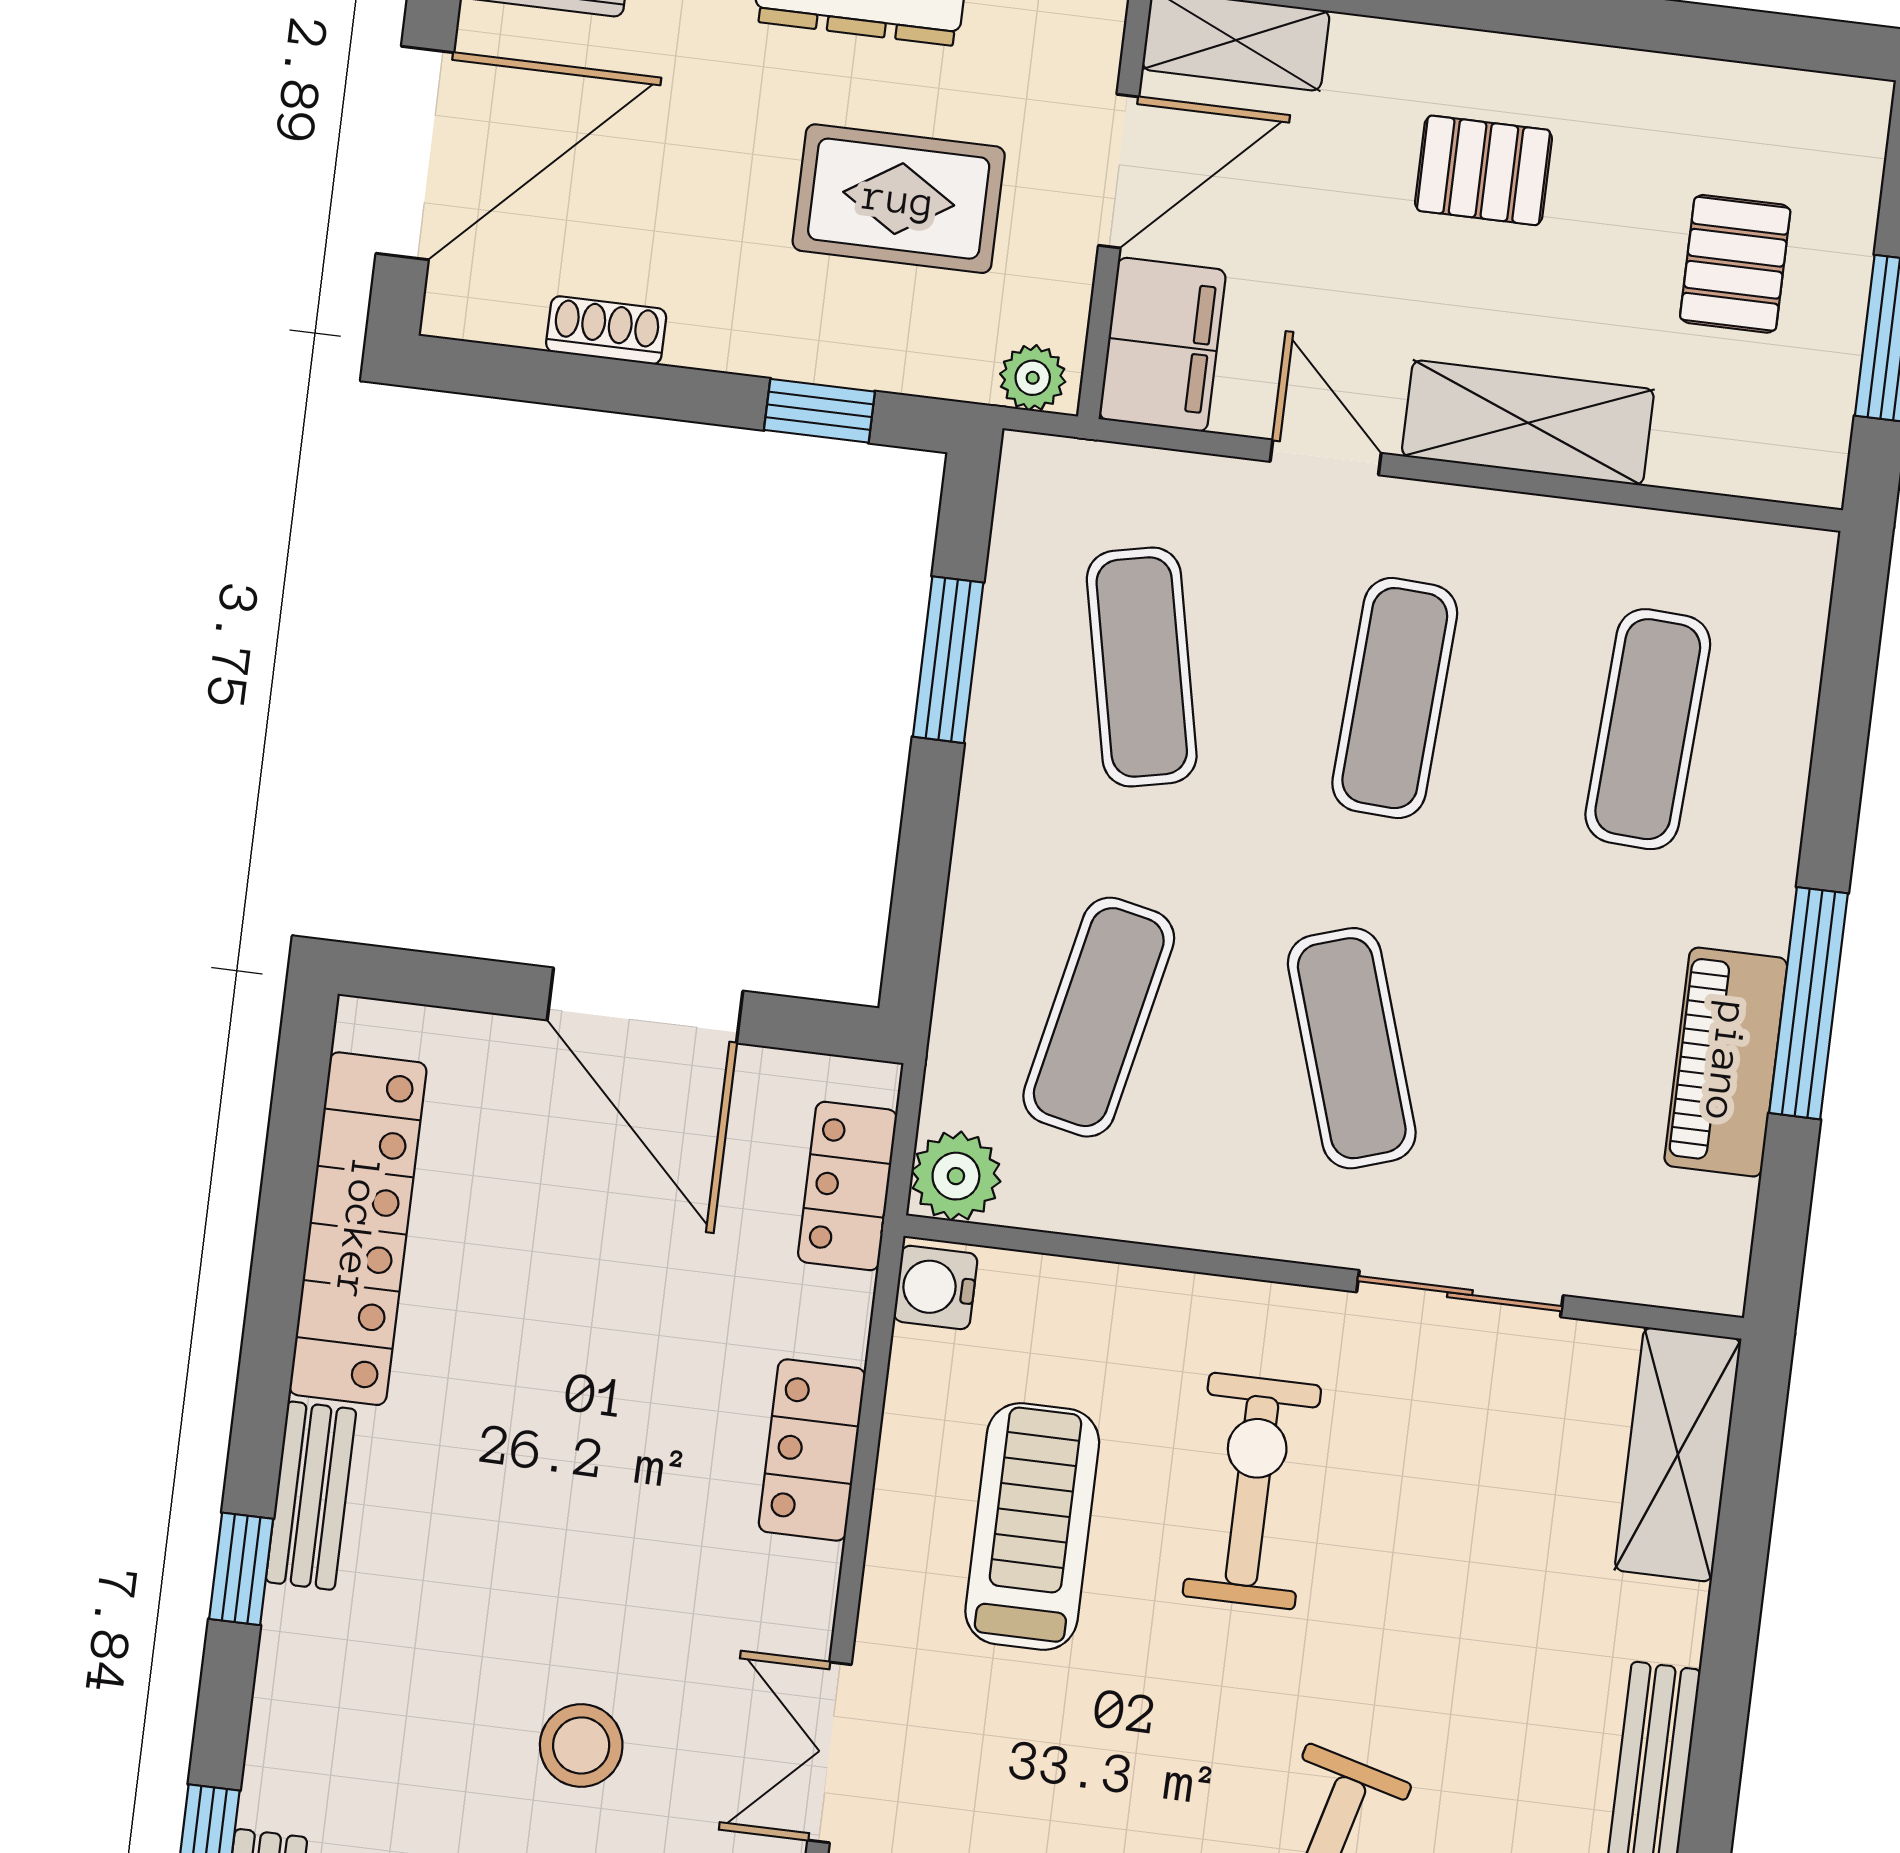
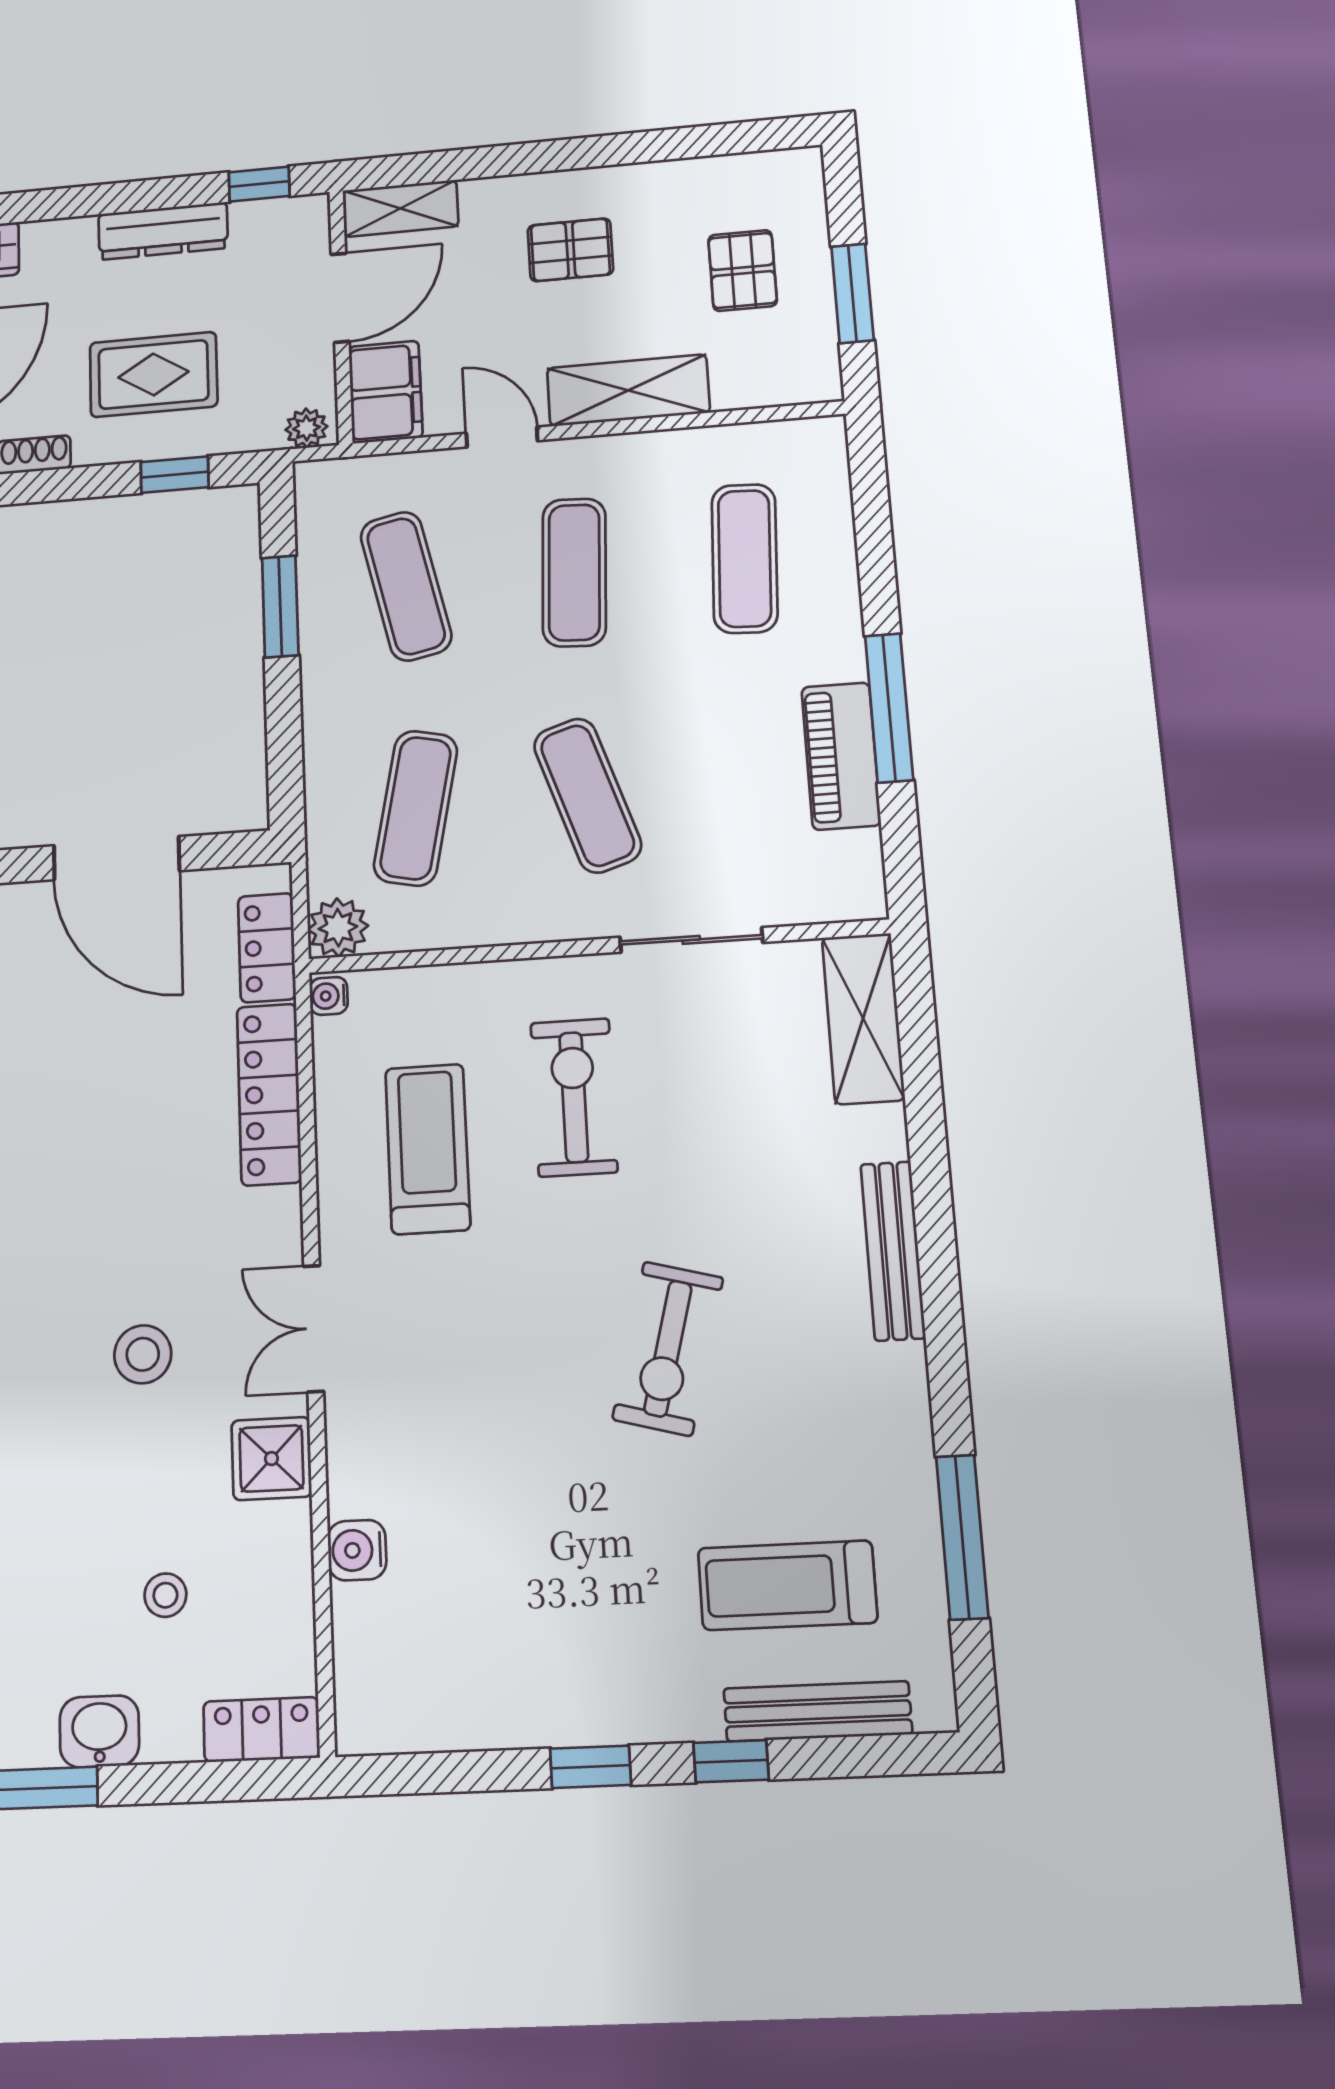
rug: (899, 199) -> (153, 375), moved
water cooler: (936, 1287) -> (329, 996), width x0.72, depth x0.72
locker: (812, 1450) -> (269, 1094), width x1.53

